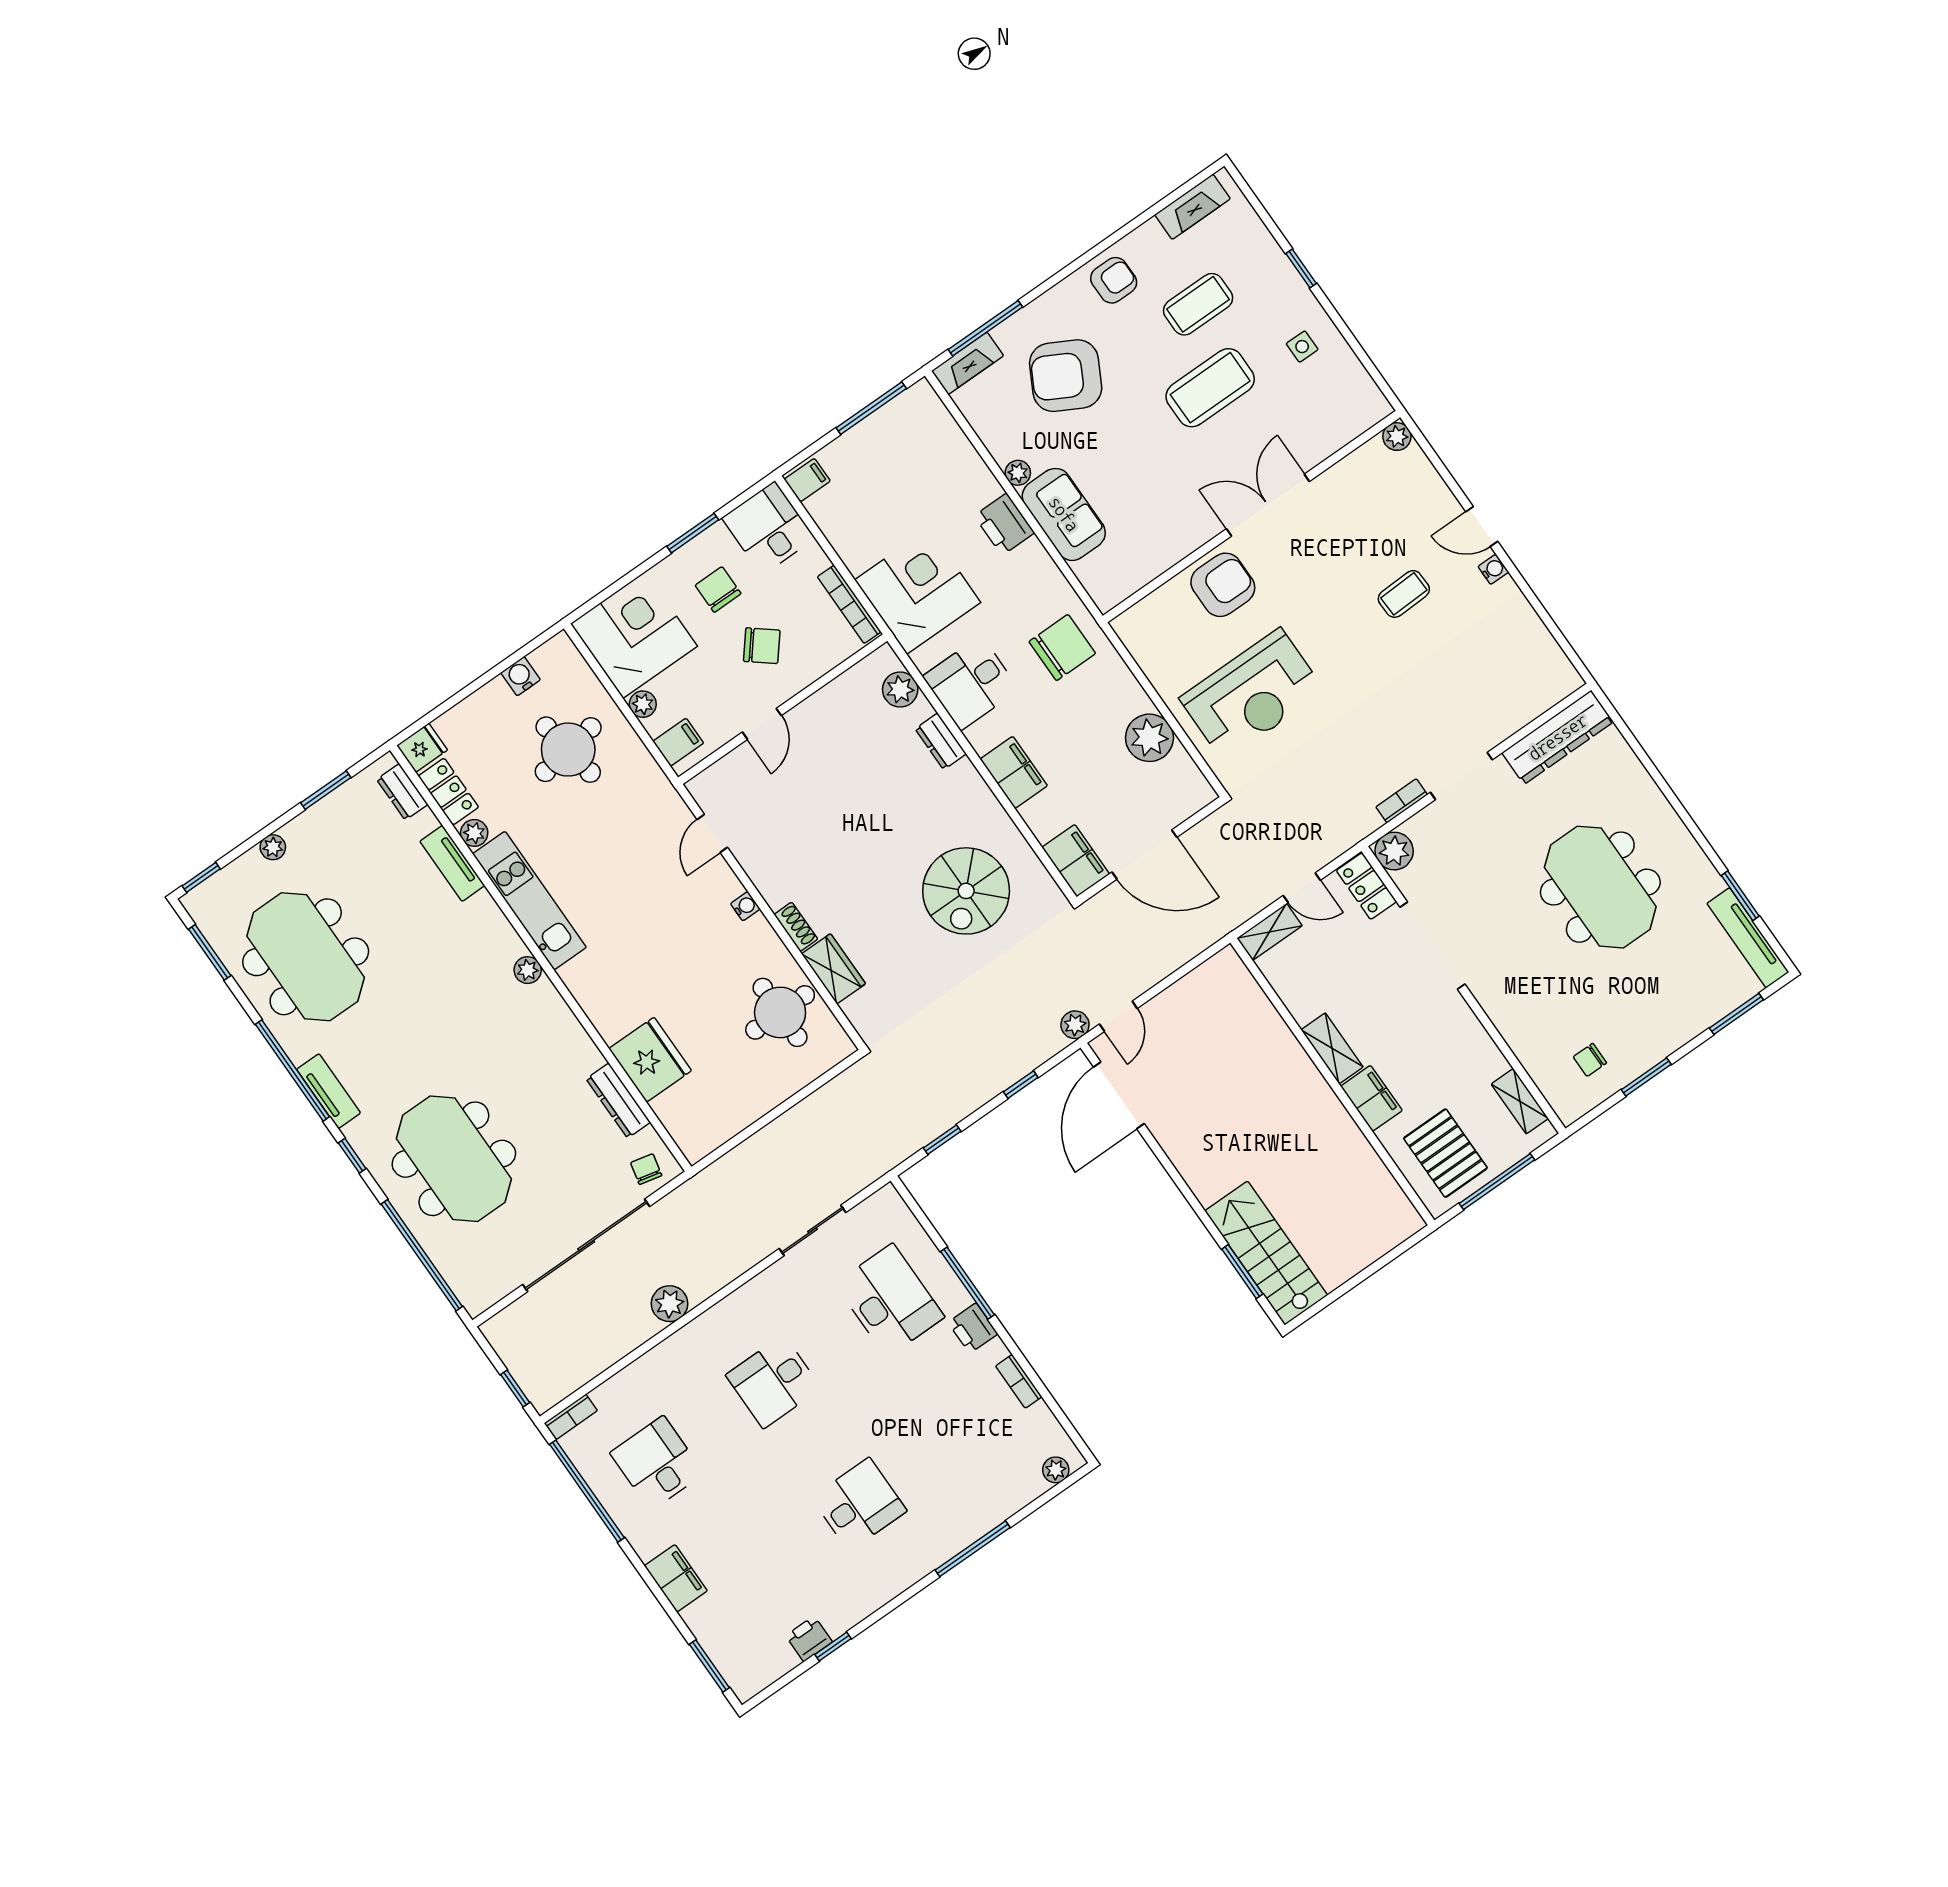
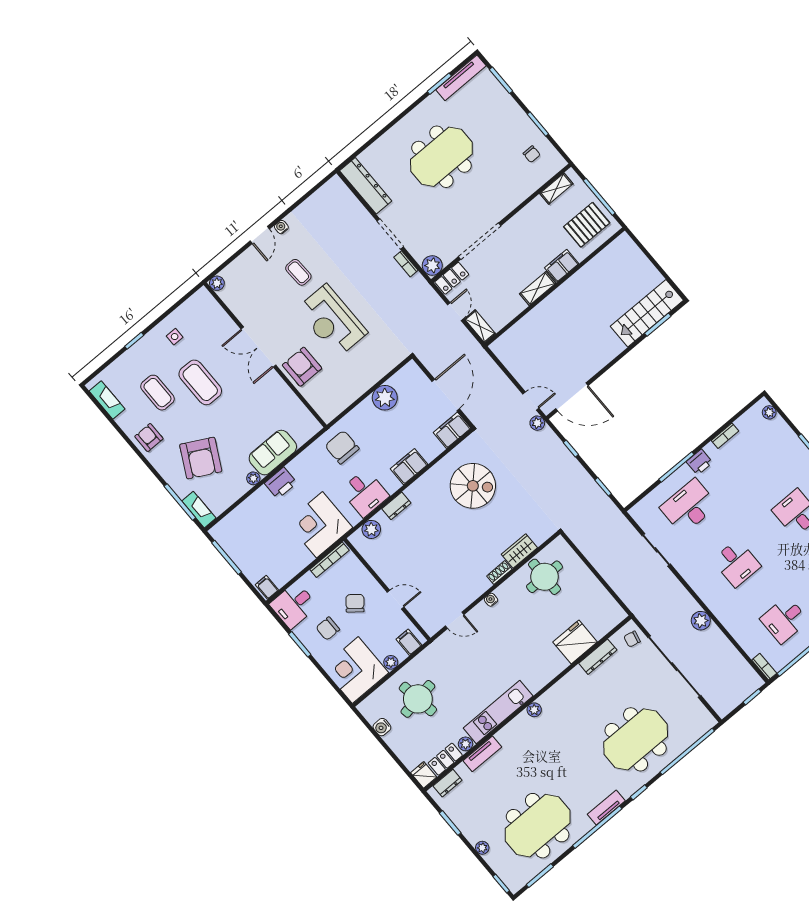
reception desk: (1252, 695) -> (332, 321), moved, turned 180

